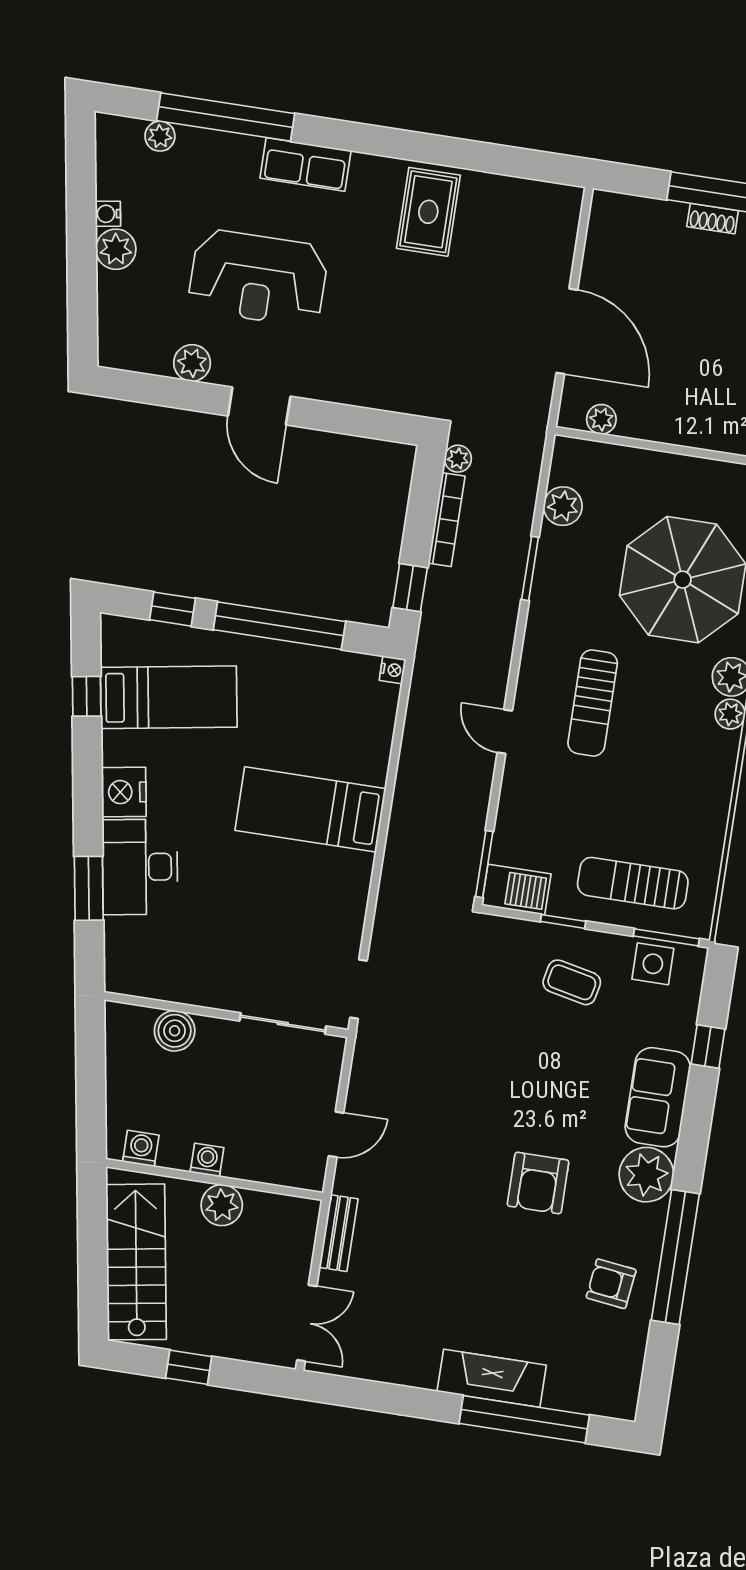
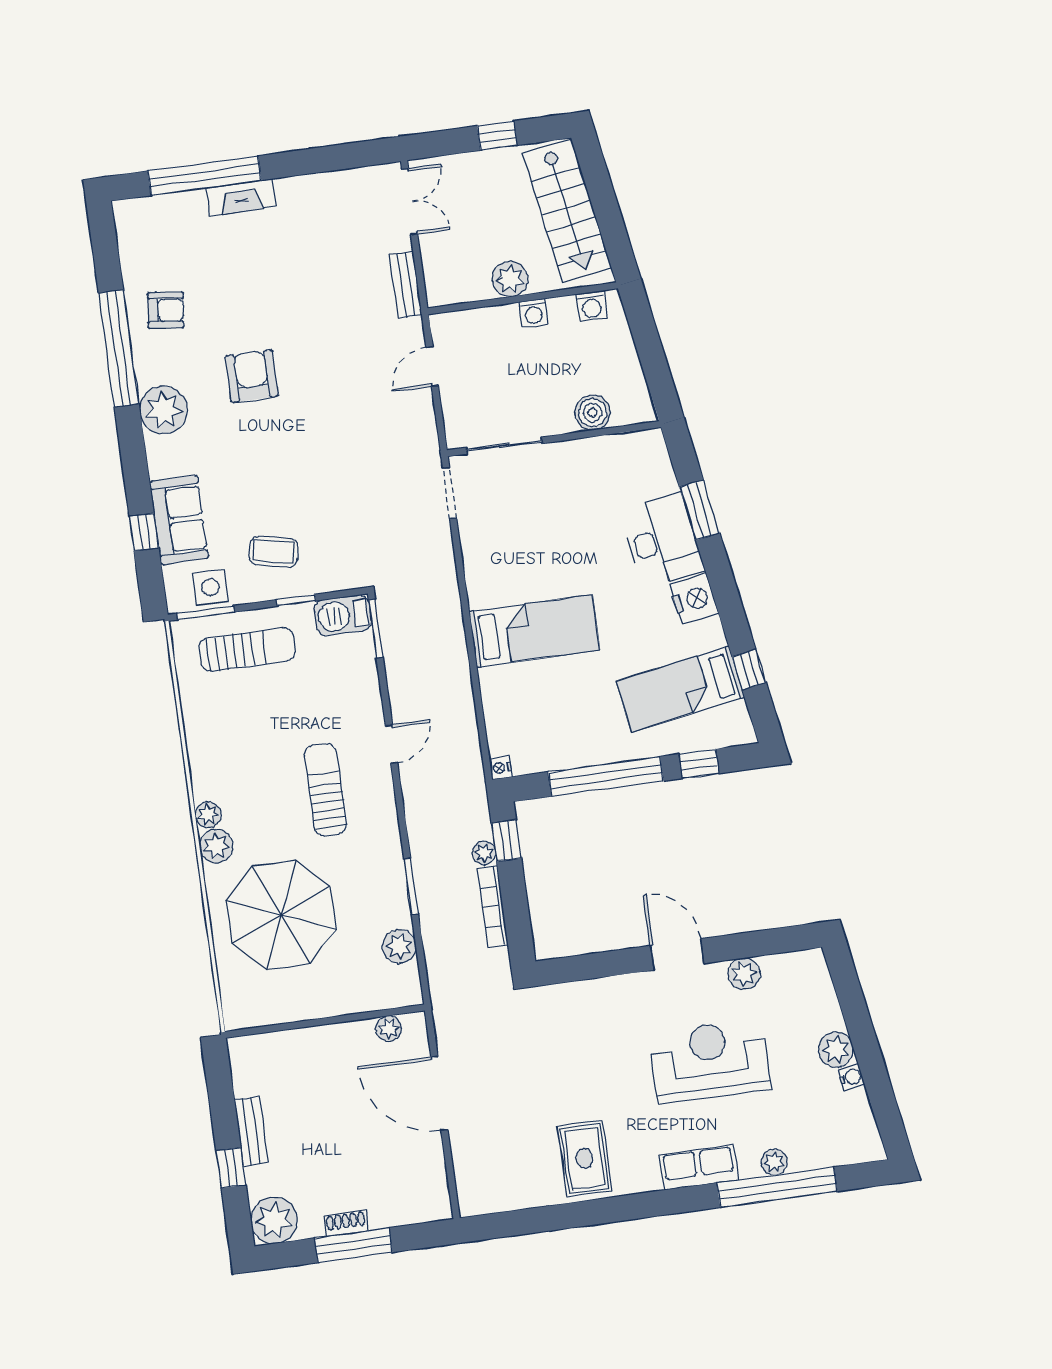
plant: (160, 136) -> (774, 1162), moved
plant: (458, 459) -> (484, 853), moved
door: (505, 732) -> (392, 744), hinge flipped
sofa: (658, 1097) -> (179, 520), moved
double door: (307, 1323) -> (410, 202), swing flipped
fireplace: (492, 1378) -> (241, 197), width x0.73, depth x0.76

